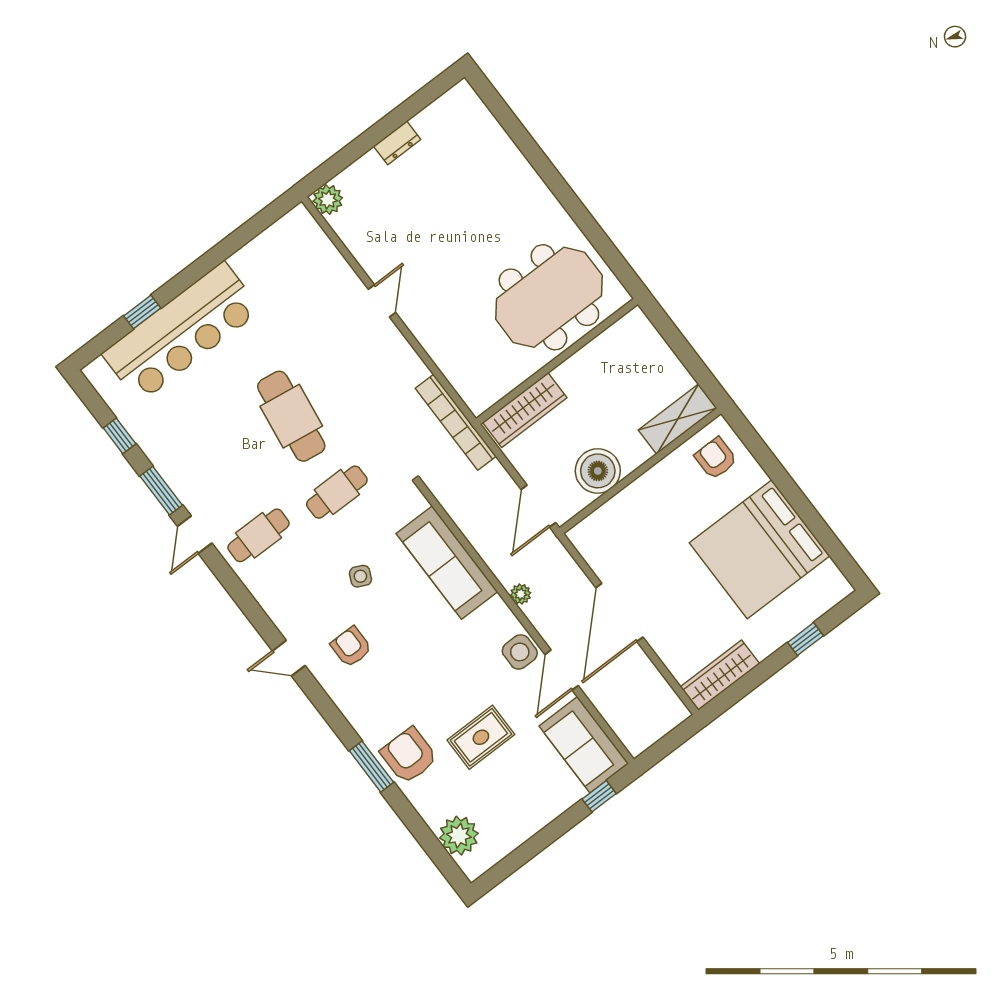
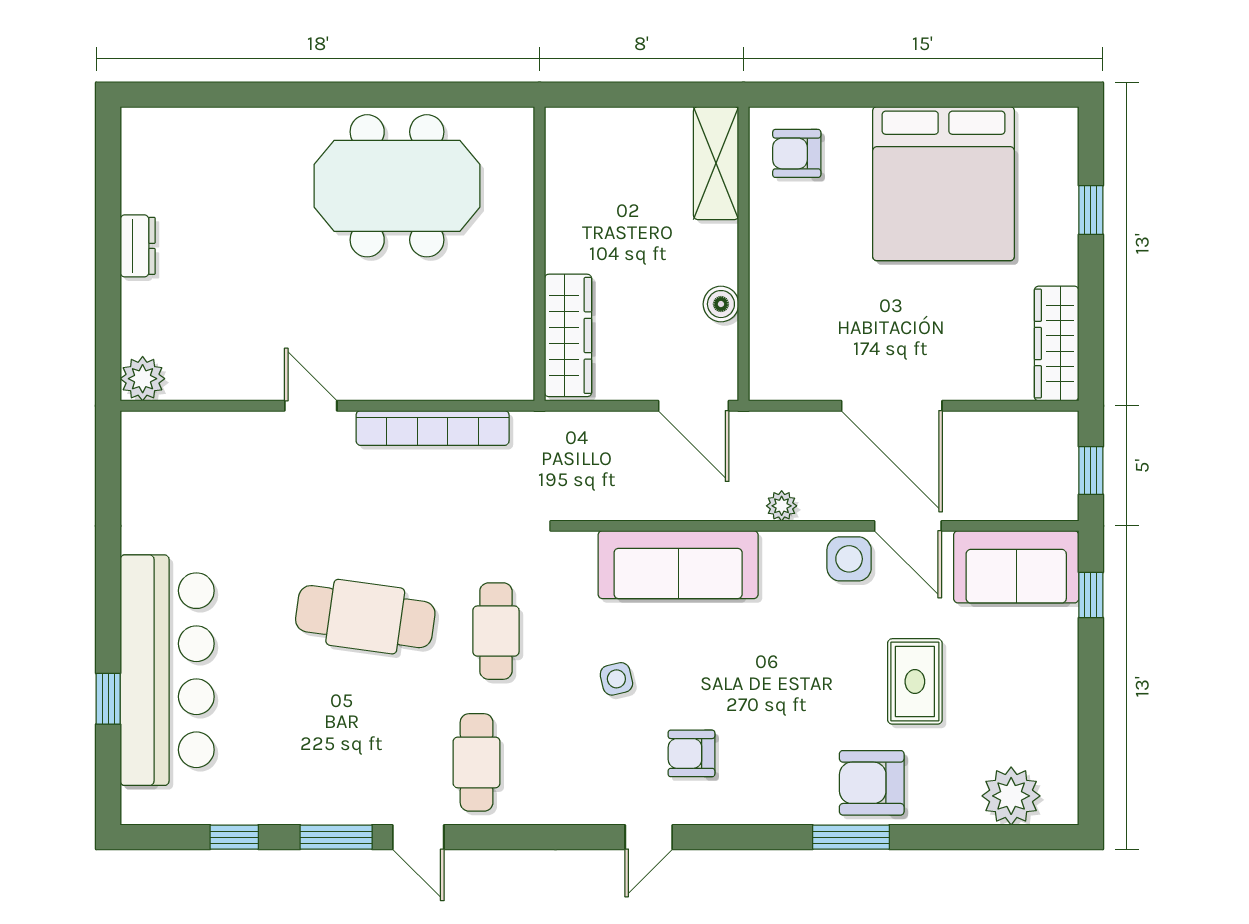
meeting table: (549, 297) -> (397, 186), moved, turned 90
bookcase: (456, 422) -> (433, 428), moved
boiler: (598, 471) -> (721, 304), width x0.54, depth x0.54
side table: (360, 576) -> (616, 679), turned -38
window: (666, 745) -> (1091, 471), added

